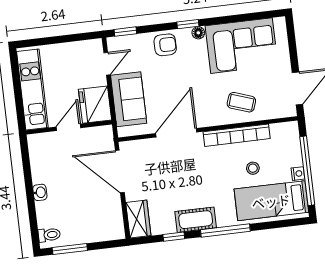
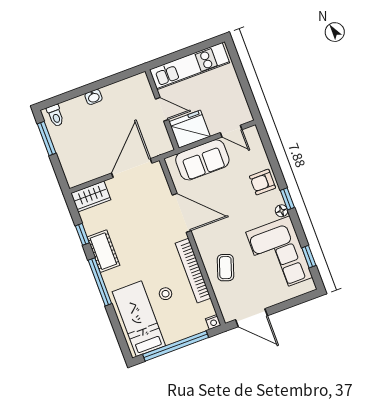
window: (125, 32) -> (309, 257), moved
armchair: (165, 45) -> (263, 182), turned 90
nightstand: (298, 174) -> (213, 322), moved

